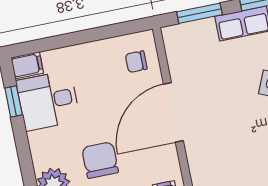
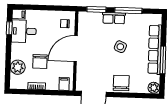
chair: (100, 160) -> (40, 62), turned 180

